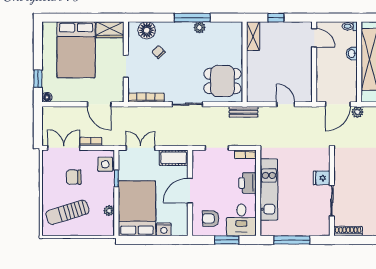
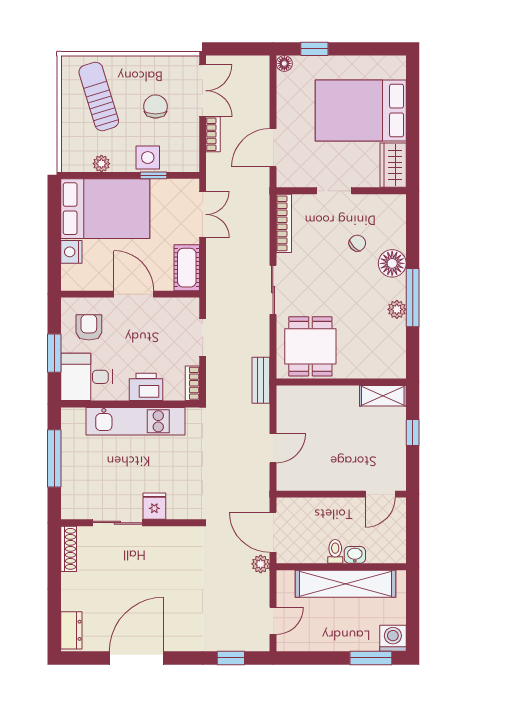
toilet: (350, 26) -> (335, 551), moved
floor lamp: (147, 30) -> (392, 263), moved
side table: (105, 164) -> (148, 158), moved

